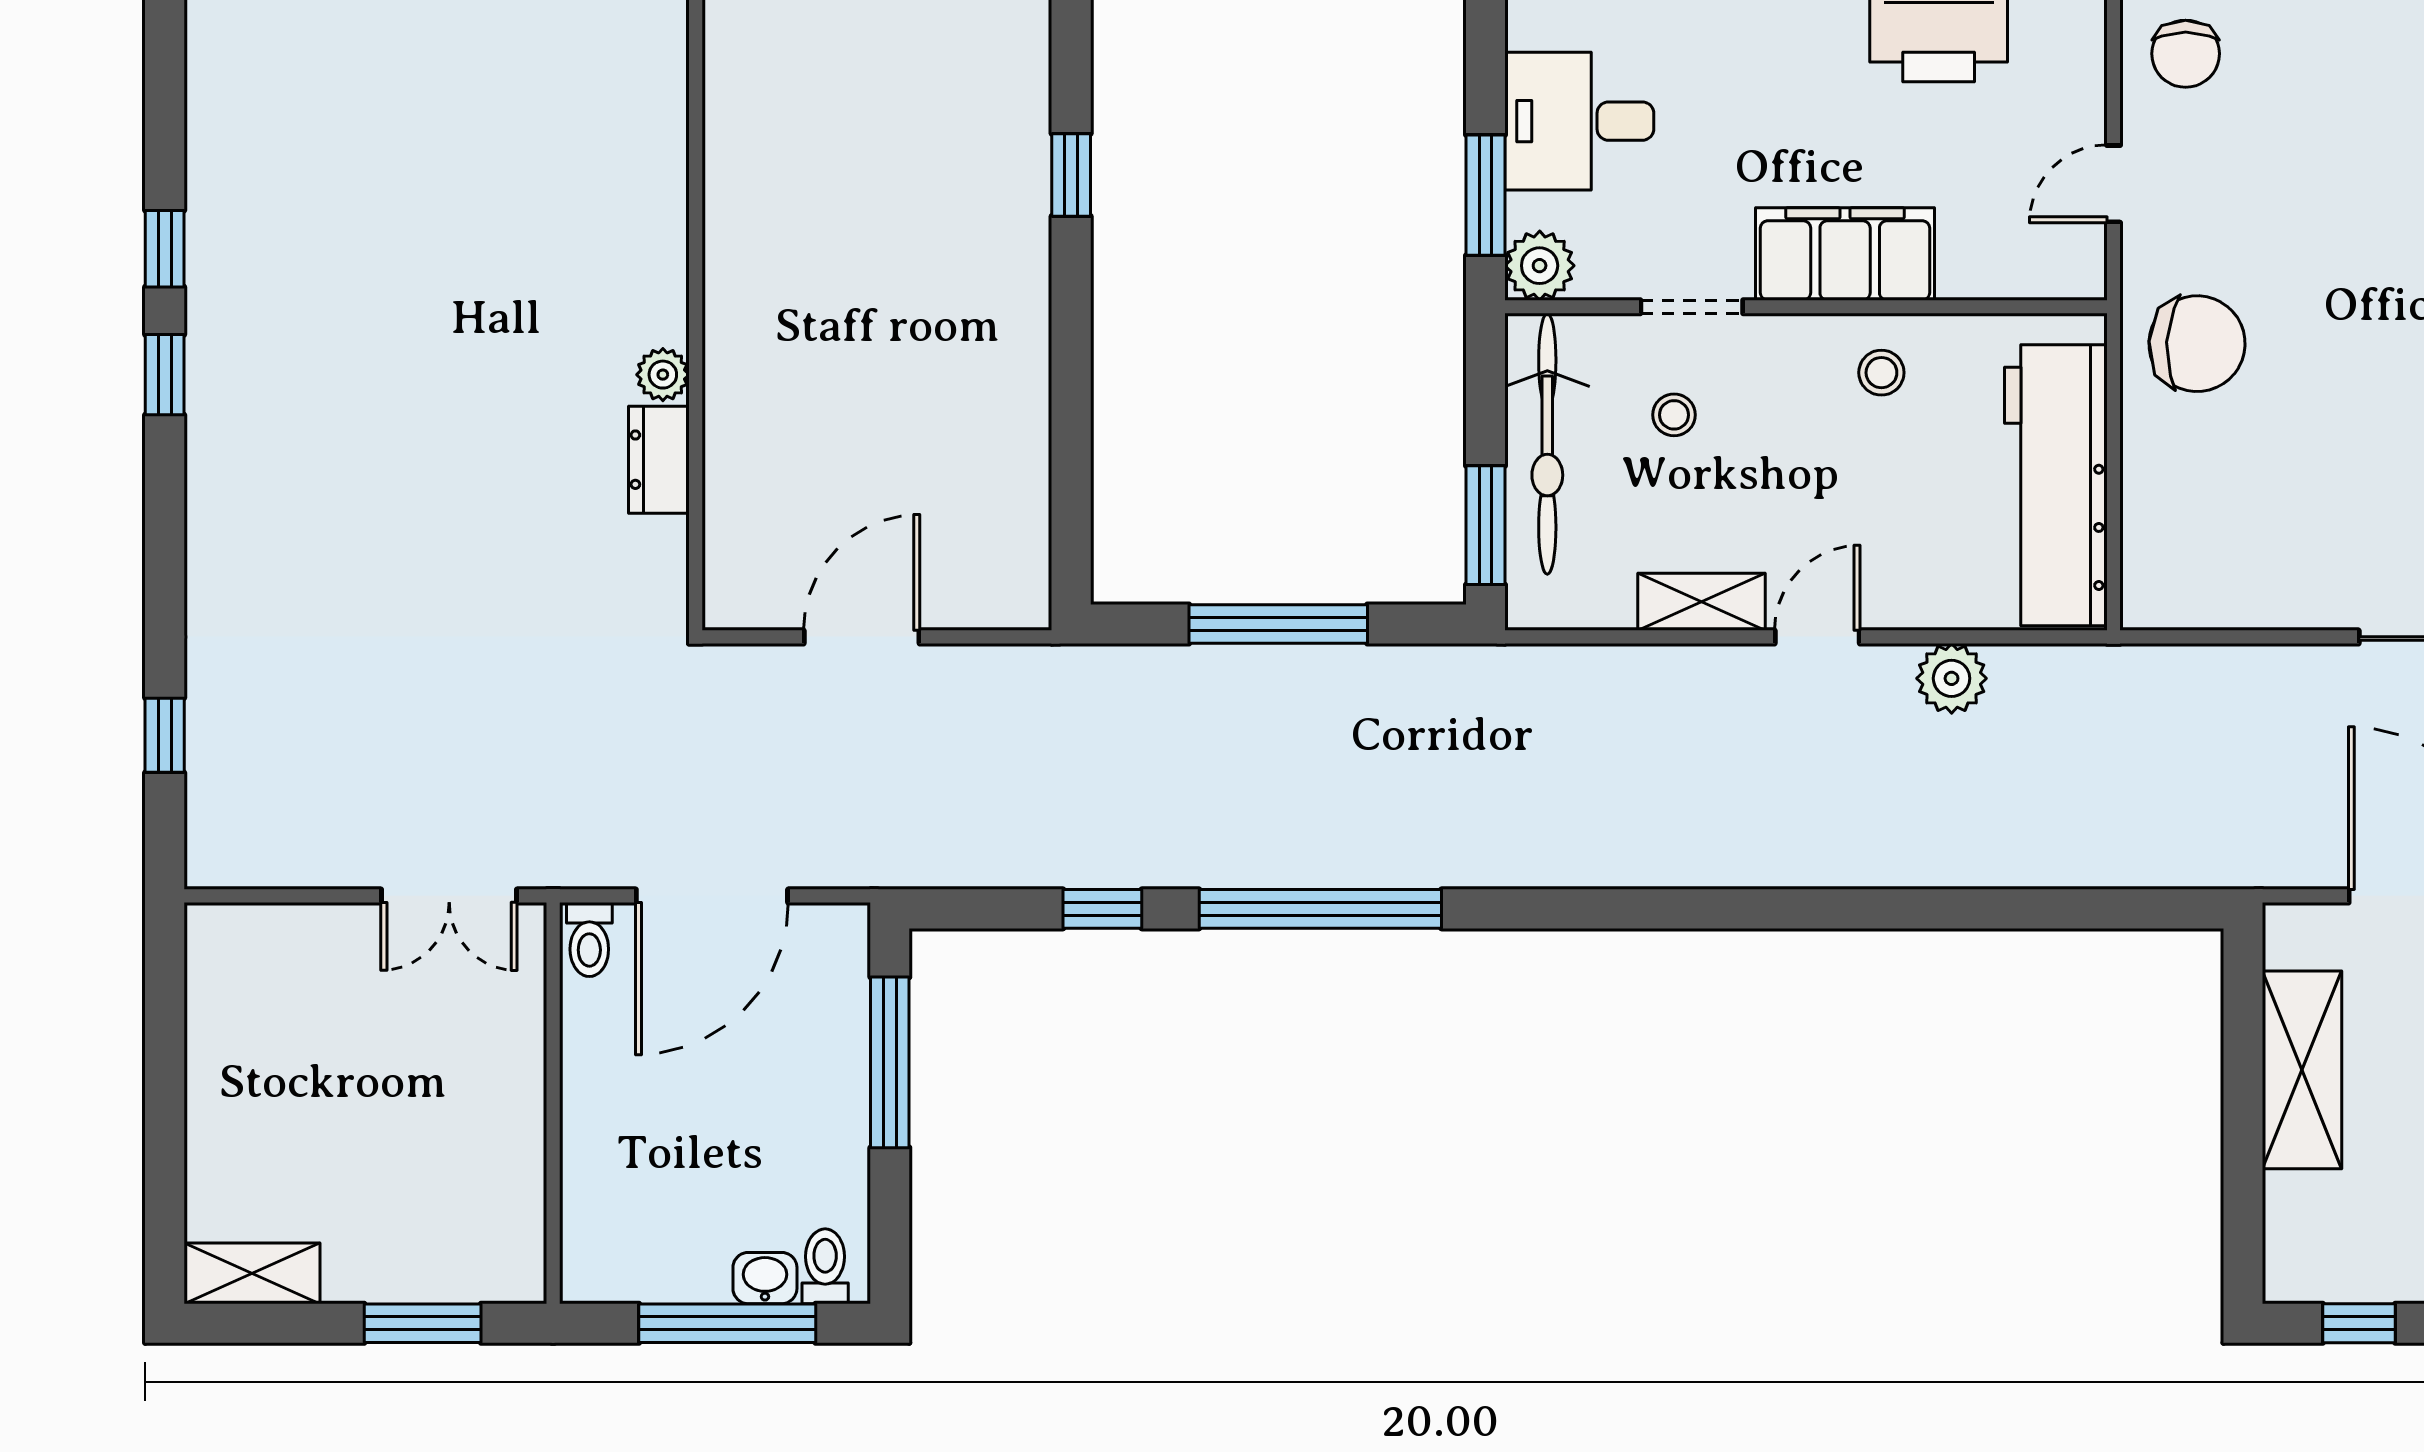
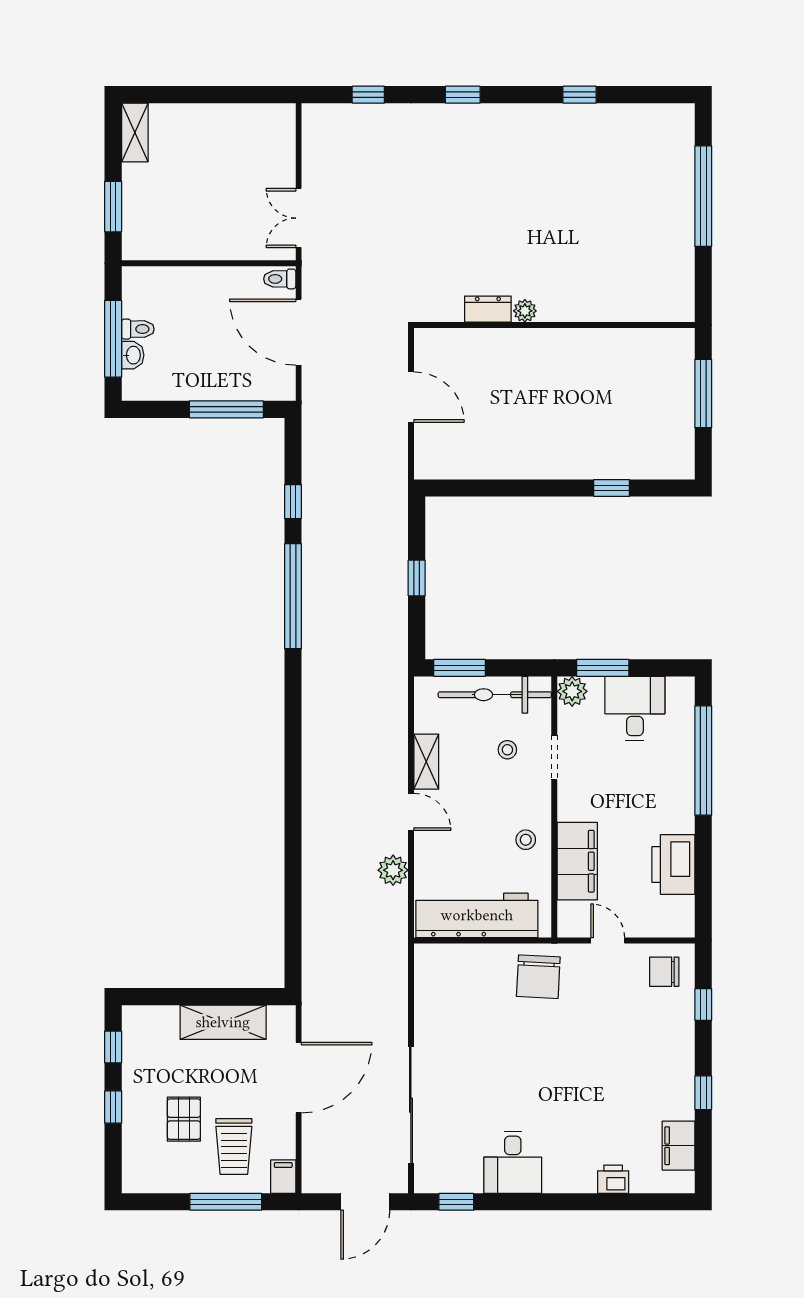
filing cabinet: (1845, 254) -> (577, 861), moved
window: (165, 375) -> (463, 95), moved
window: (1278, 624) -> (417, 578), width x0.46
toilet: (825, 1266) -> (138, 329), moved

